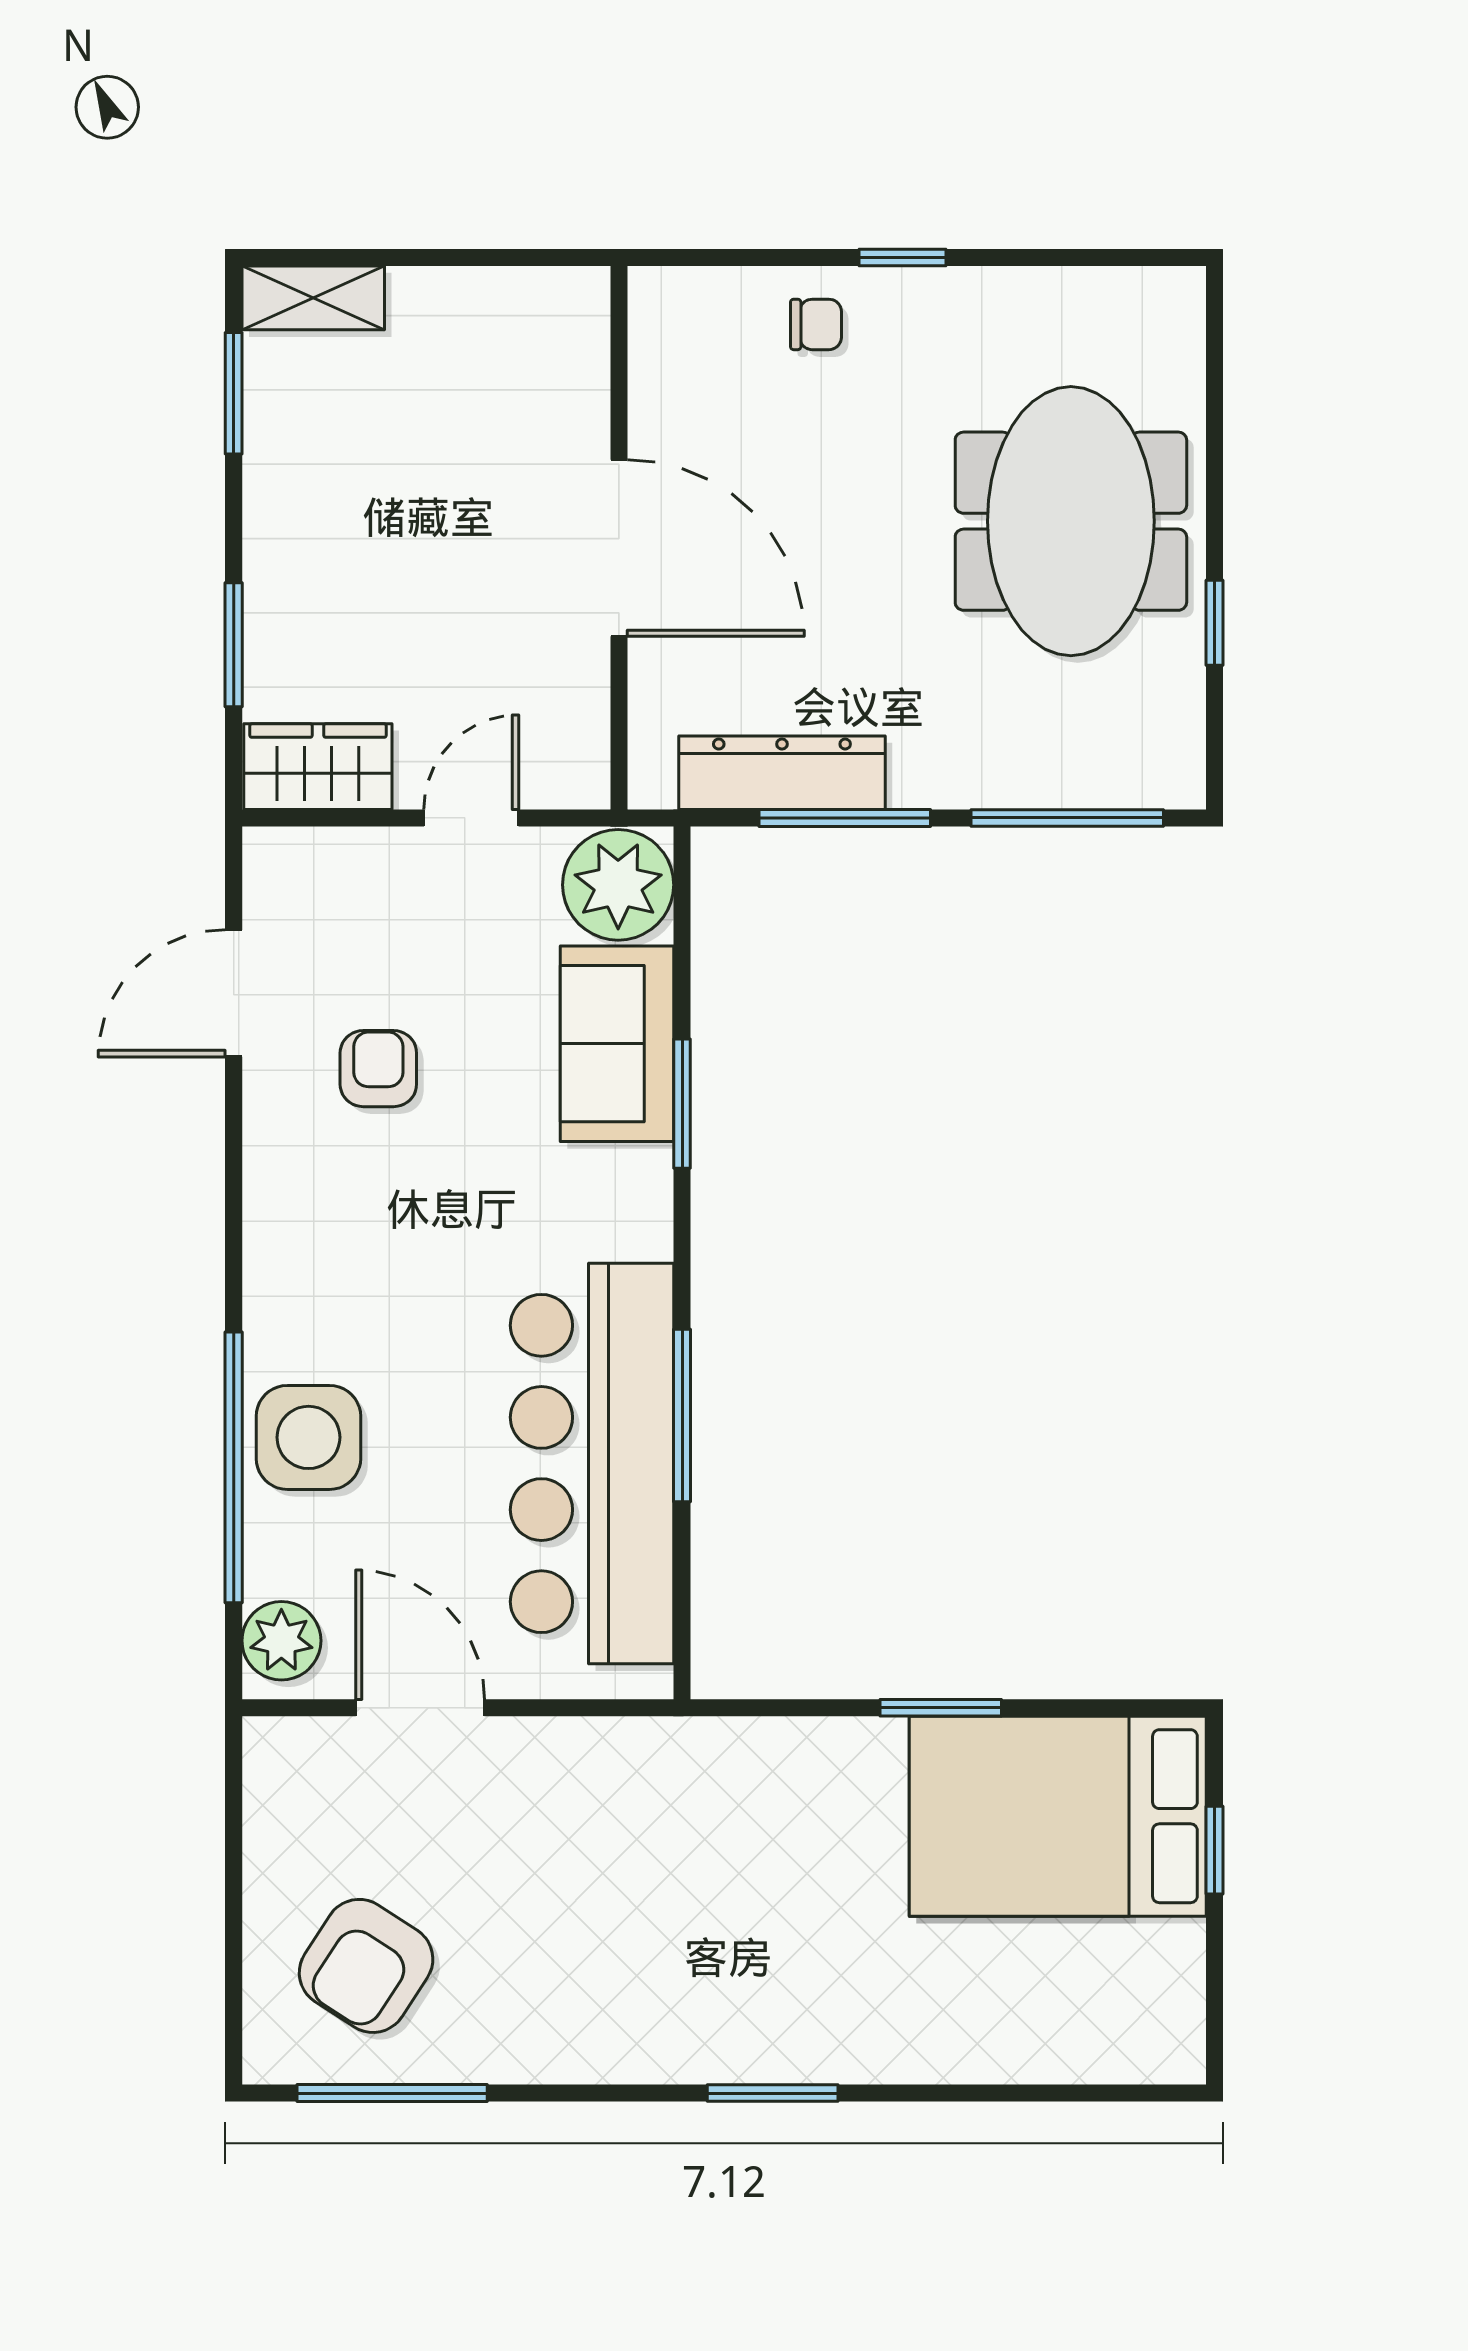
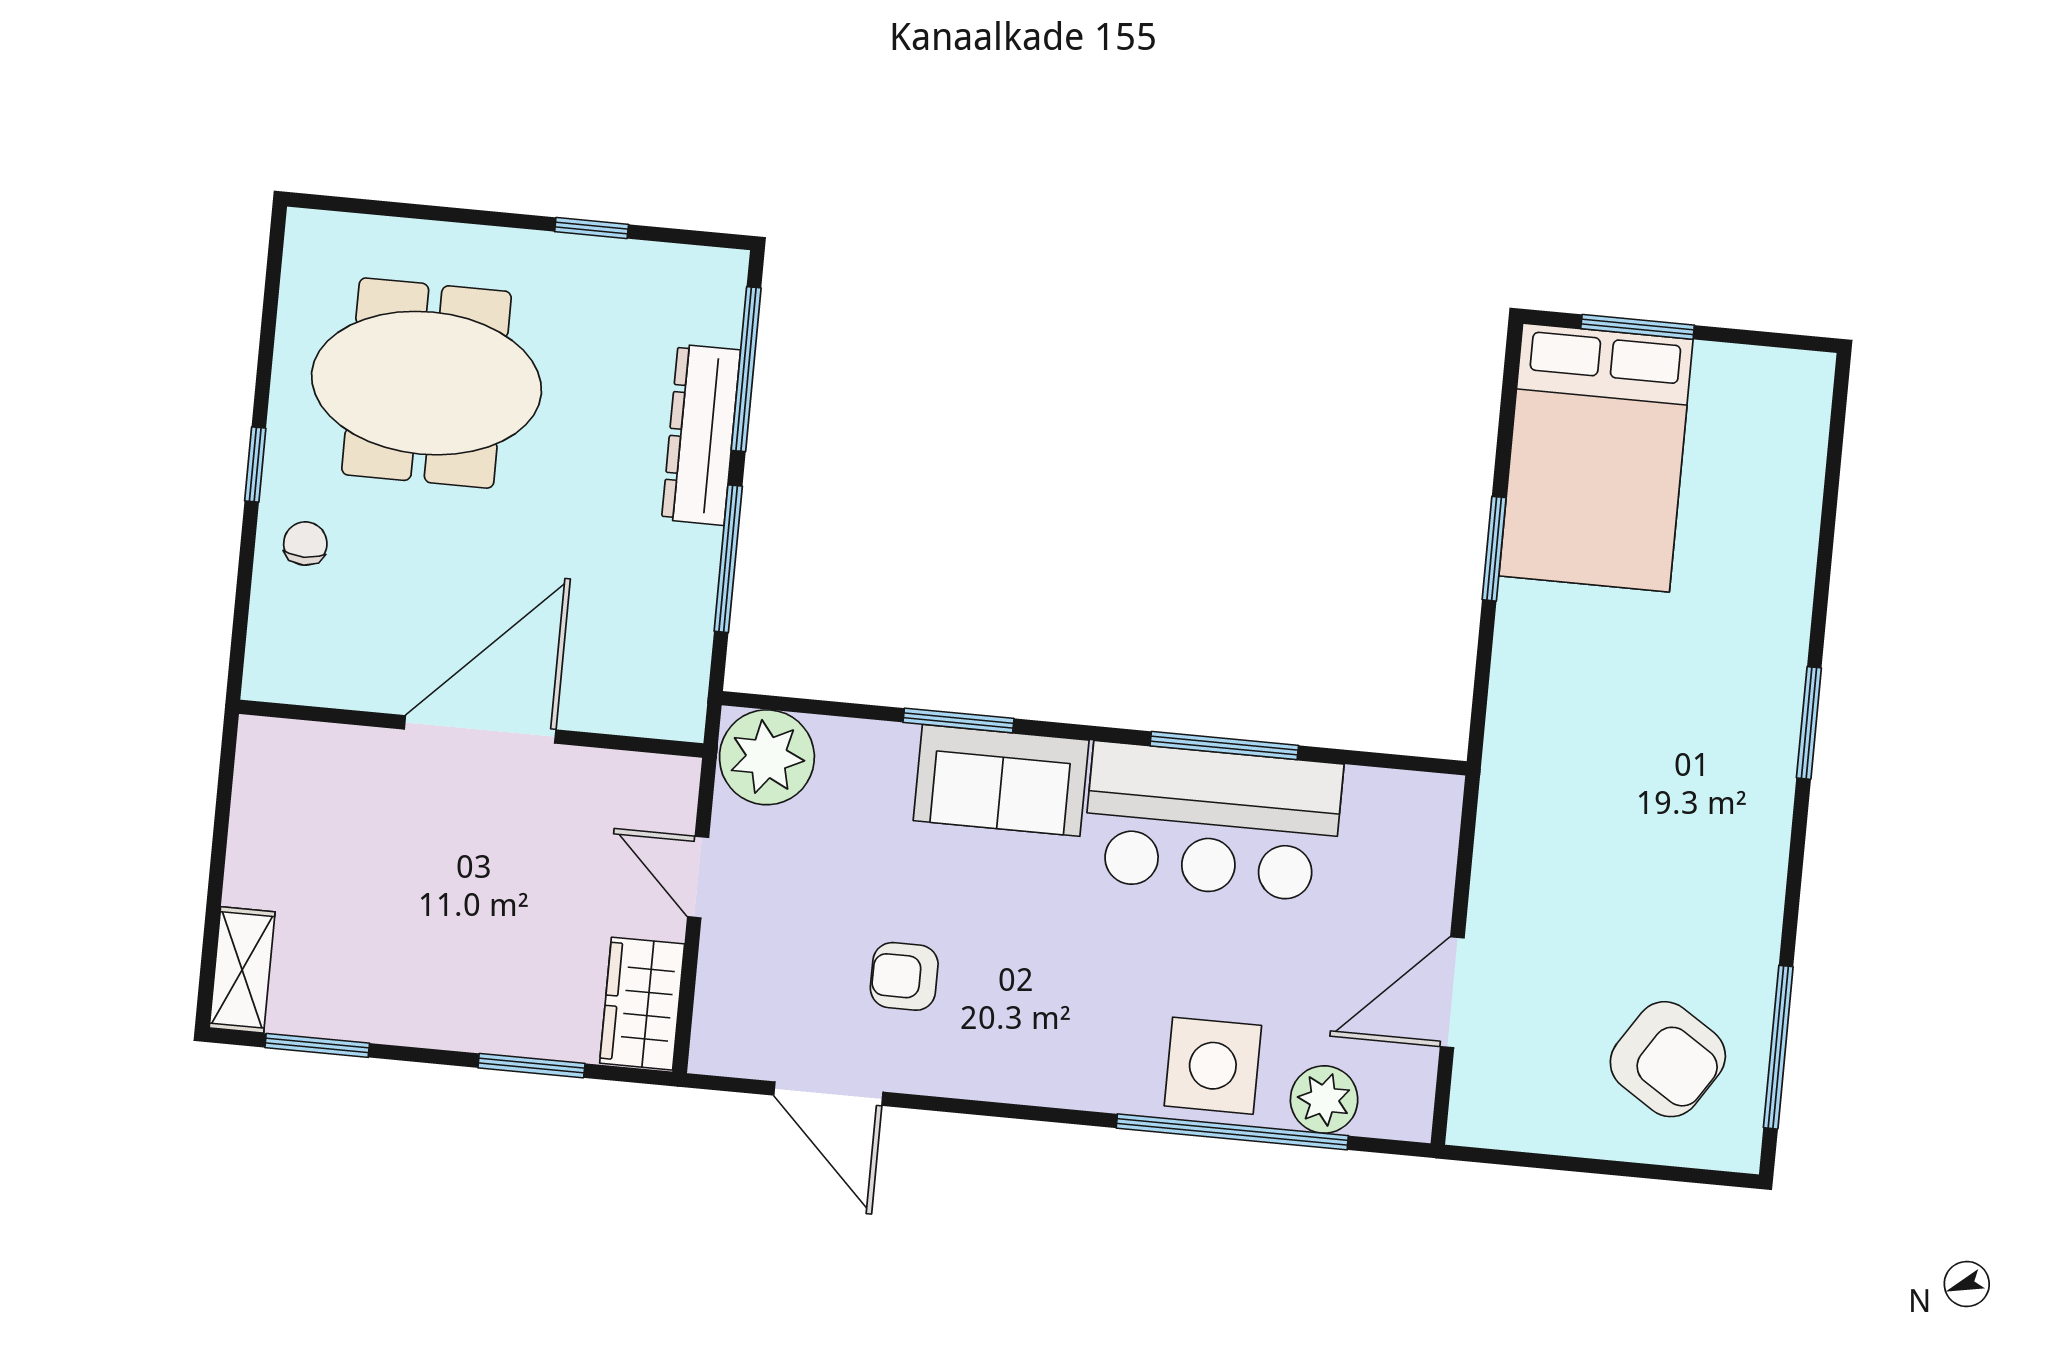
meeting table: (1071, 521) -> (426, 383), moved
dresser: (782, 773) -> (701, 435), moved
sofa: (617, 1044) -> (1001, 780), moved
bar counter: (592, 1464) -> (1212, 822), width x0.73
plant: (281, 1641) -> (1324, 1099), moved
window: (1214, 1850) -> (1638, 327), width x1.50

